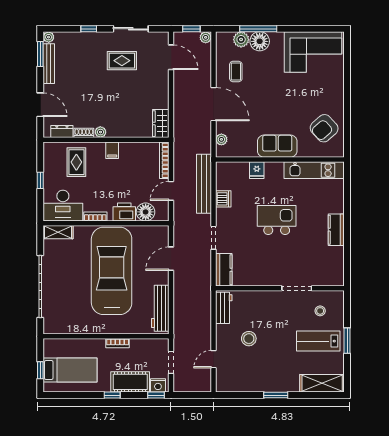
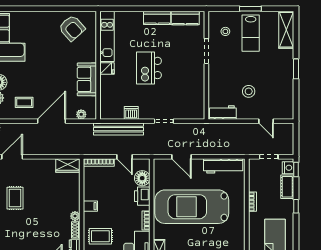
sofa: (277, 146) -> (87, 79), moved
fridge: (257, 170) -> (107, 69), moved
kitchen counter: (224, 270) -> (185, 18), moved, turned 180
cot: (130, 382) -> (287, 187), width x0.73, depth x0.75

